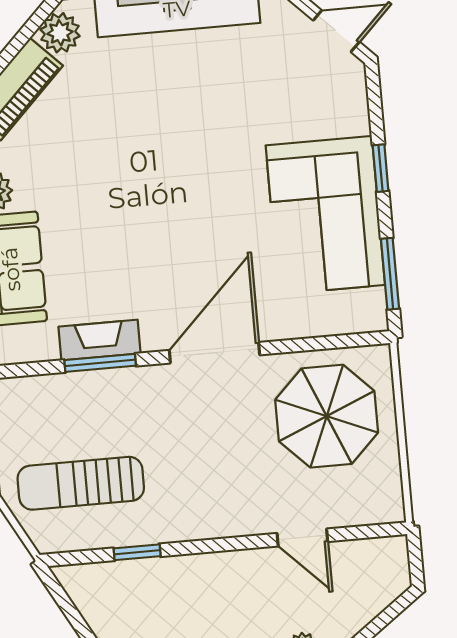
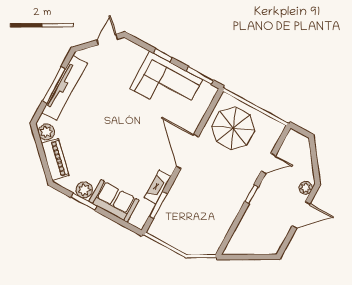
window: (100, 363) -> (158, 205), moved
sun lounger: (81, 483) -> (201, 225), removed
window: (137, 552) -> (252, 194), moved

